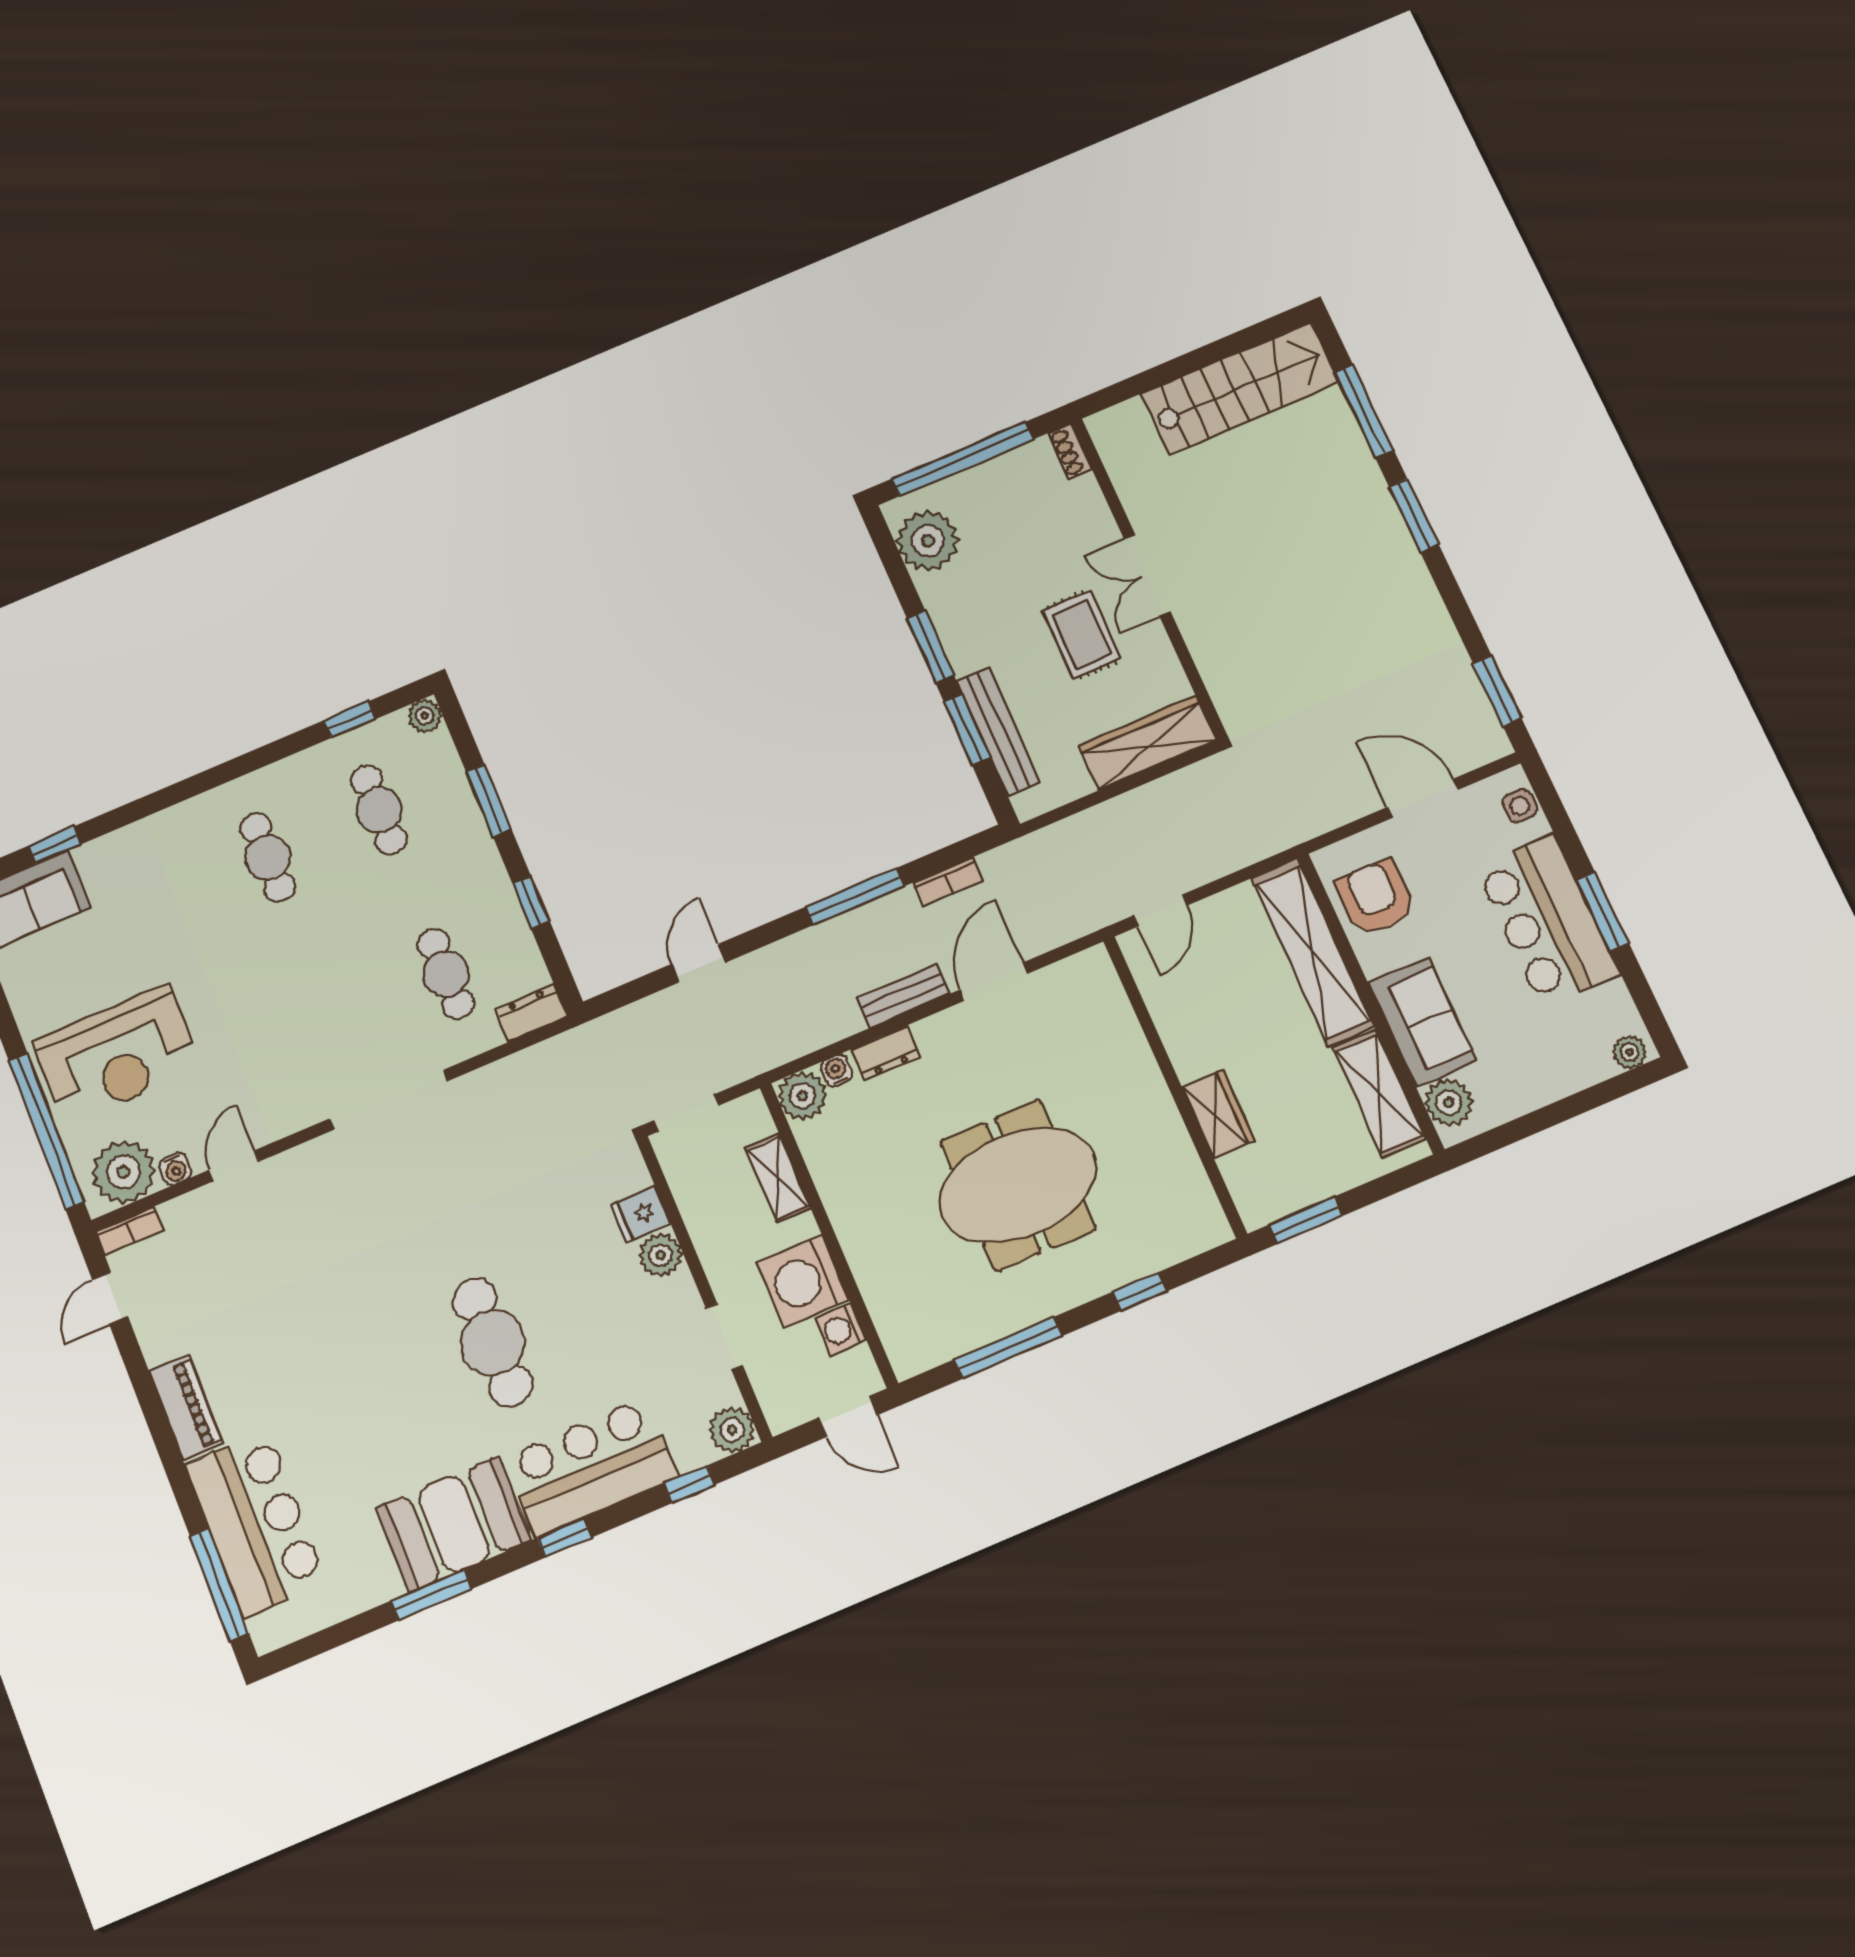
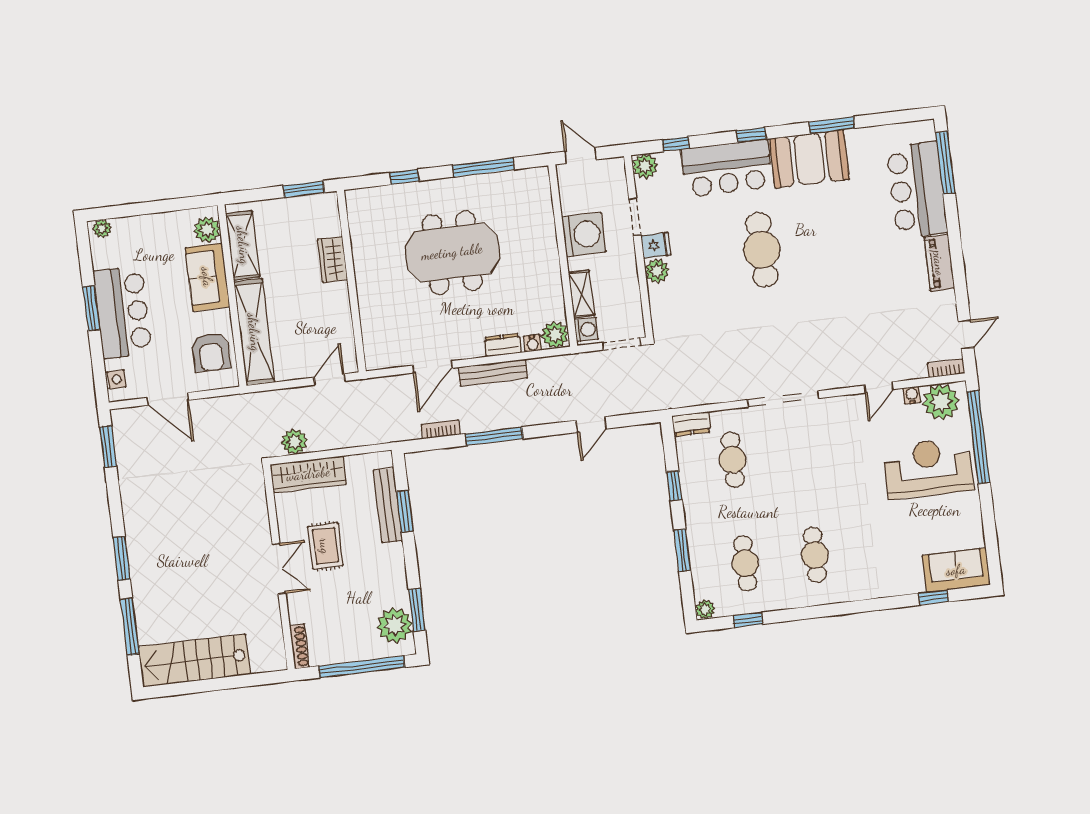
shoe rack: (1070, 451) -> (299, 647), width x1.43
window: (930, 646) -> (417, 610), moved
plant: (1187, 790) -> (294, 442), added
bench: (903, 996) -> (493, 373), width x1.36
fridge: (641, 1214) -> (656, 245), moved
washing machine: (840, 1329) -> (586, 330), moved

